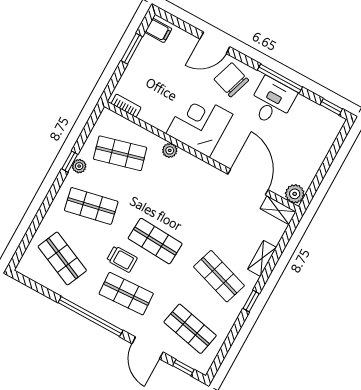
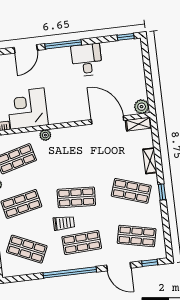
window: (280, 79) -> (63, 44), moved
chair: (231, 80) -> (52, 64), removed
corner desk: (199, 124) -> (27, 109), moved

